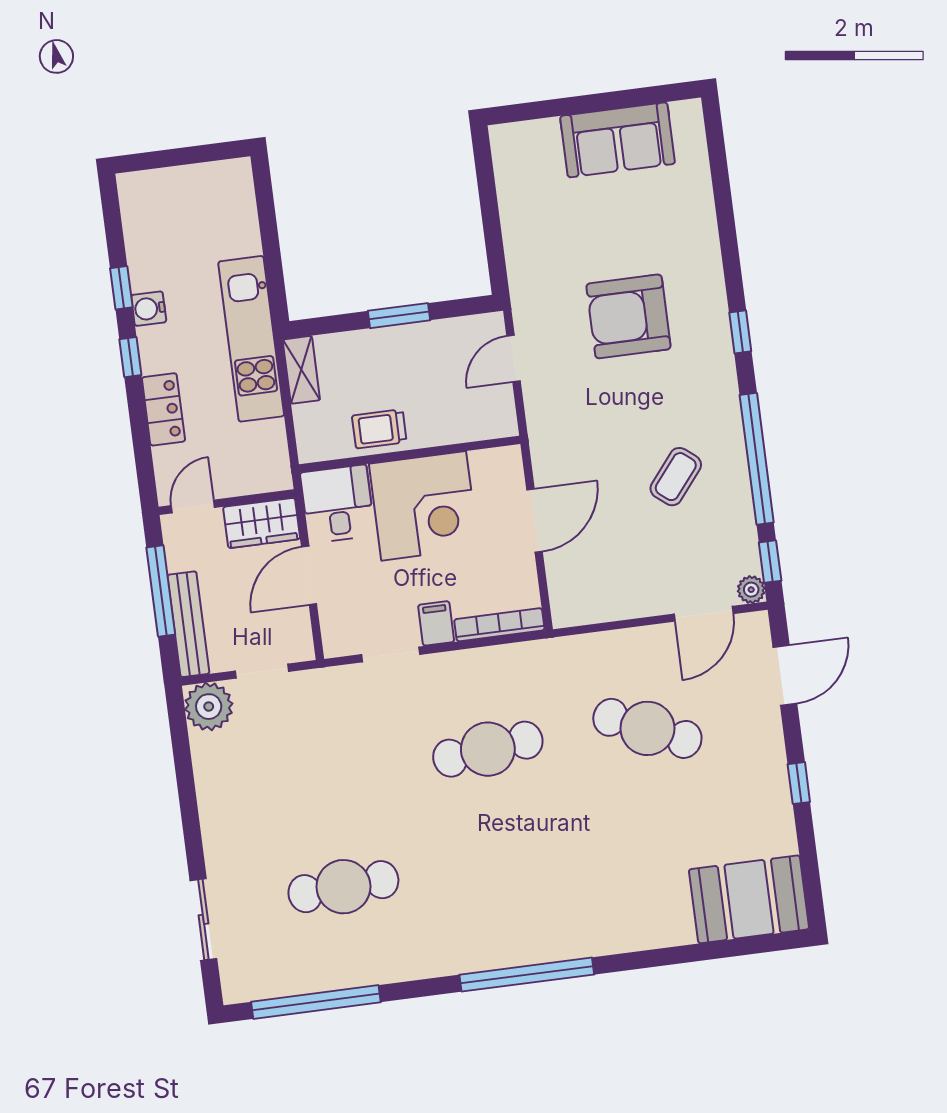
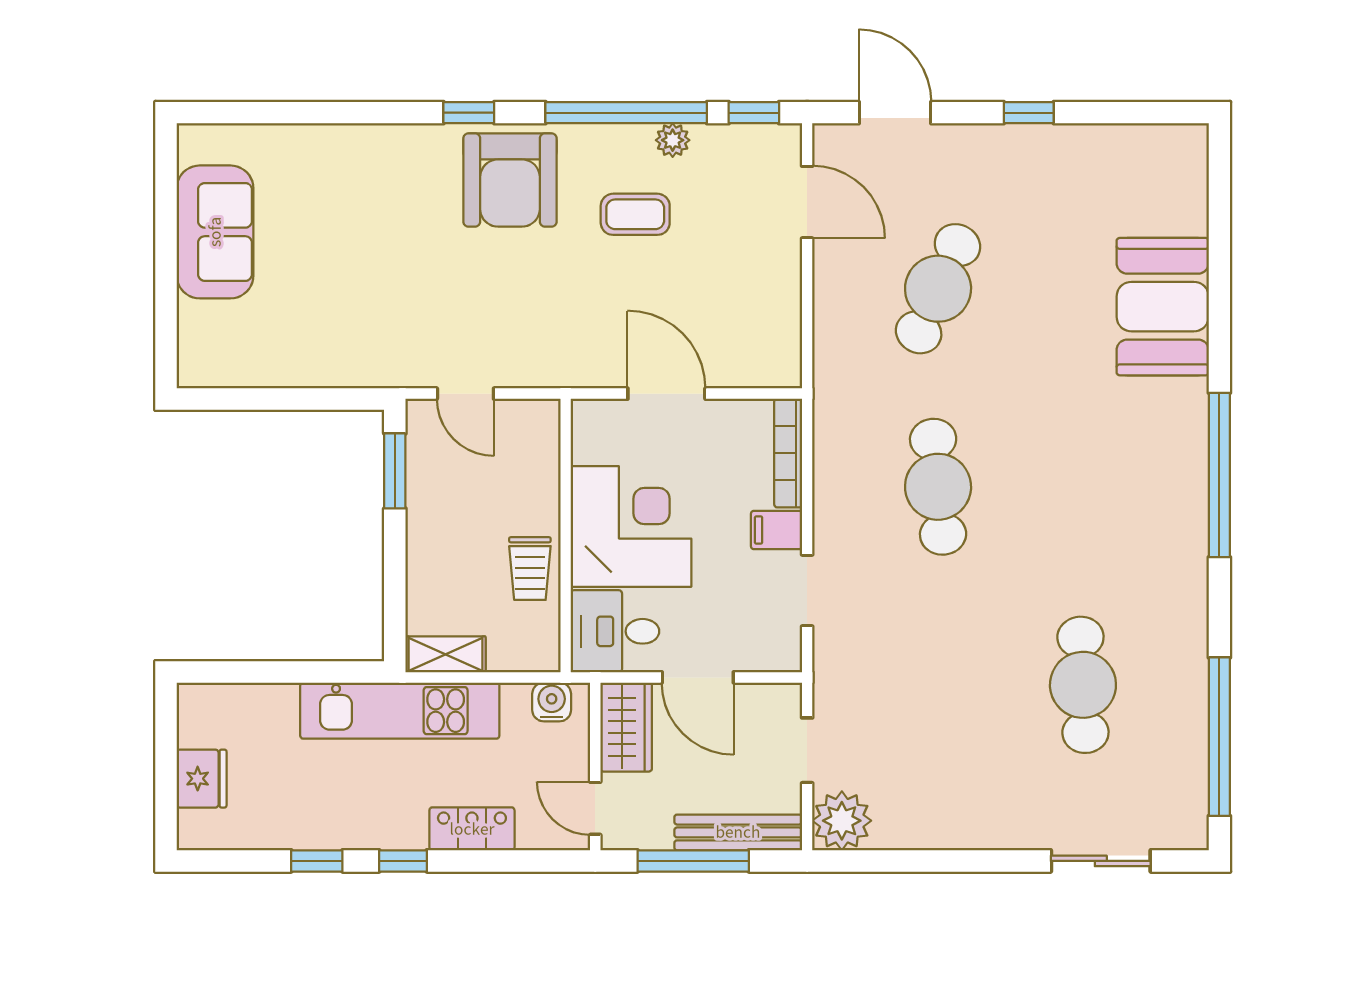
fridge: (176, 186) -> (202, 779), added
water cooler: (149, 309) -> (552, 702), moved, turned 180
window: (399, 316) -> (395, 471), moved
armchair: (628, 316) -> (510, 180), moved
coffee table: (676, 477) -> (635, 214), turned -39
plant: (751, 590) -> (673, 140), moved
booth: (749, 899) -> (1163, 307), moved

